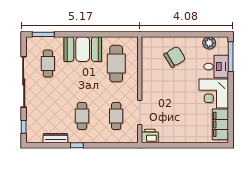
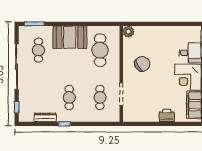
plant: (209, 43) -> (128, 32), moved
chair: (175, 57) -> (142, 64), moved
printer: (150, 136) -> (167, 116), moved

